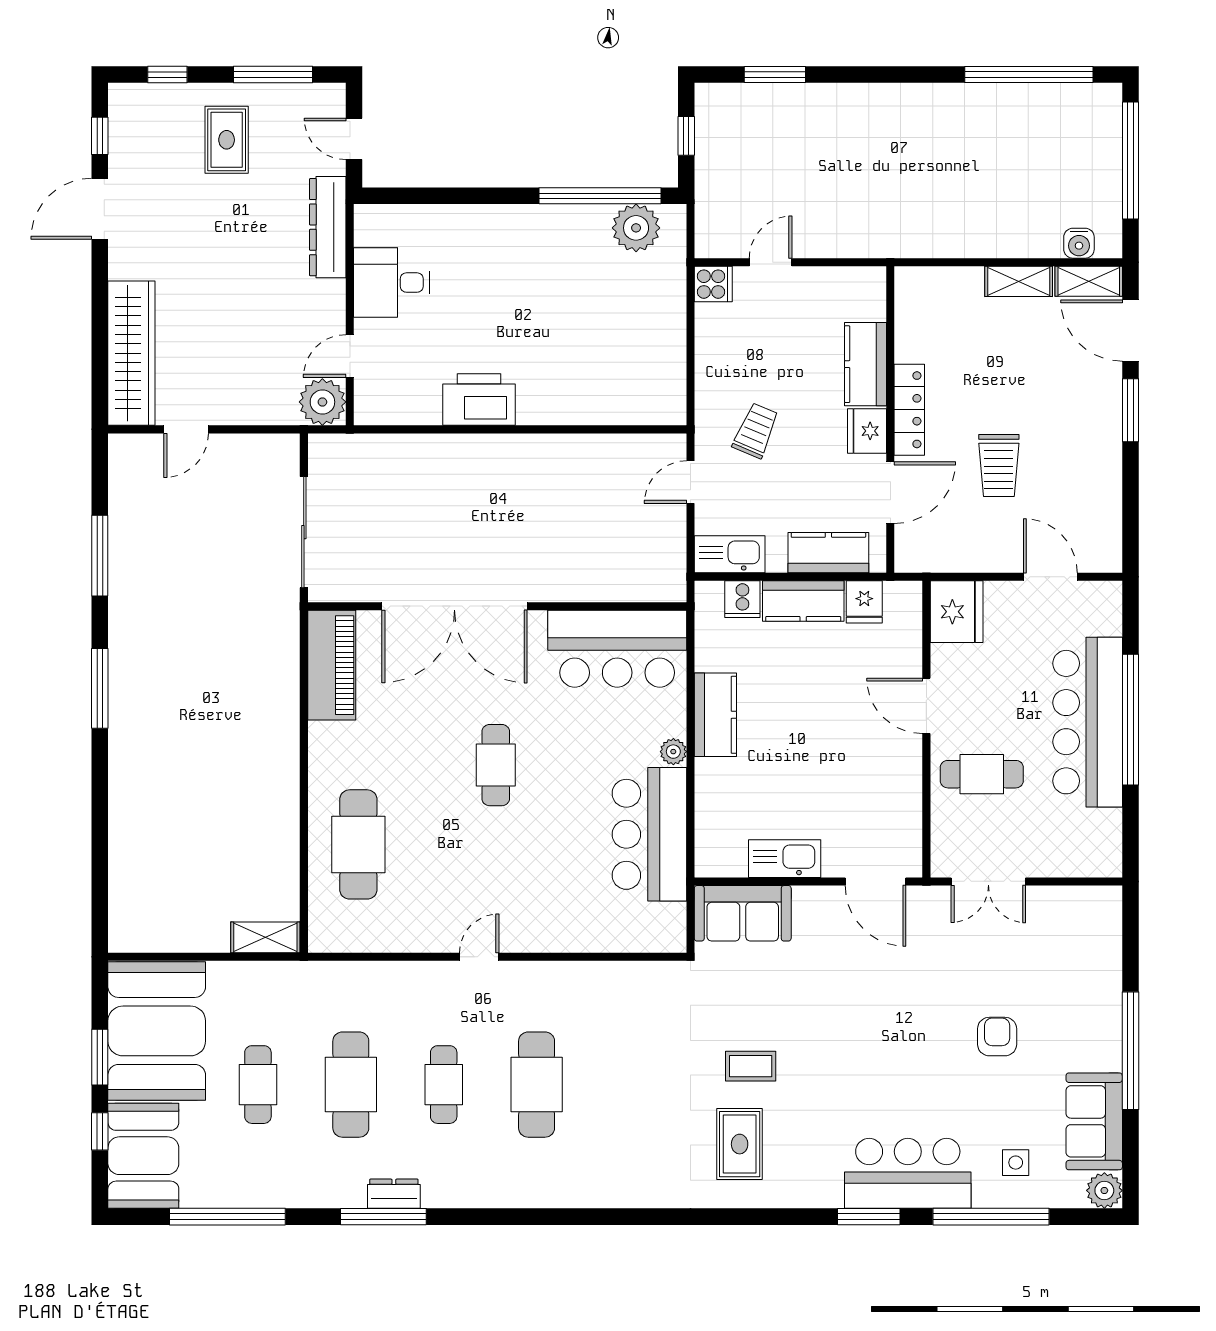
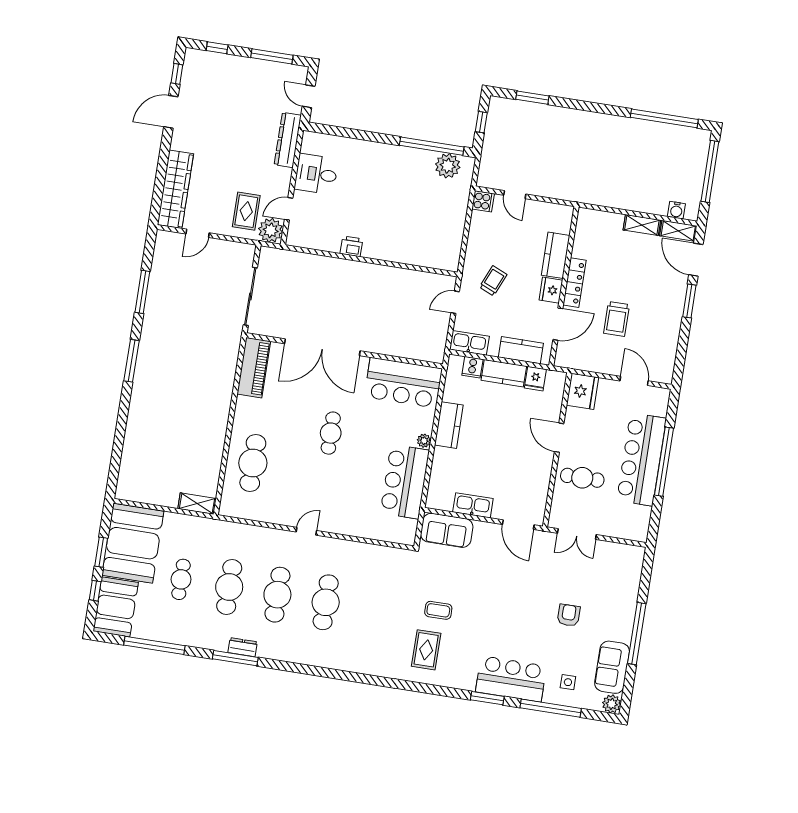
rug: (227, 140) -> (246, 211), moved
door: (771, 262) -> (515, 195), swing flipped
printer: (479, 399) -> (351, 246), width x0.53, depth x0.68
cafe table: (444, 1085) -> (277, 595), width x1.37, depth x1.35

